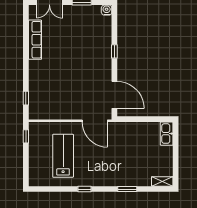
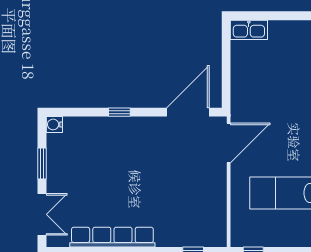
row of seats: (35, 40) -> (112, 237), width x1.36

